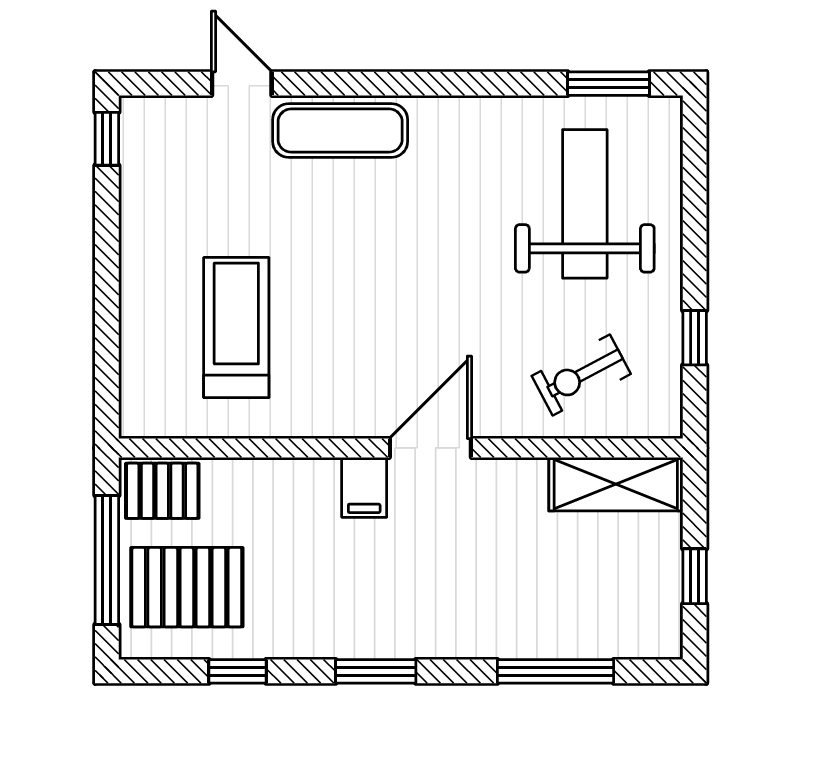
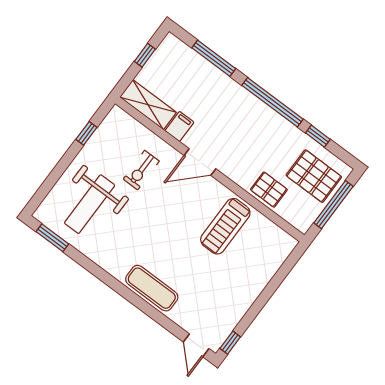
door: (242, 84) -> (196, 345), moved
treadmill: (236, 327) -> (225, 226), moved
exercise bike: (581, 375) -> (141, 170), moved, turned 118
filing cabinet: (364, 487) -> (179, 127), moved
pallet: (162, 491) -> (269, 190), moved
window: (376, 671) -> (273, 102), width x2.11

